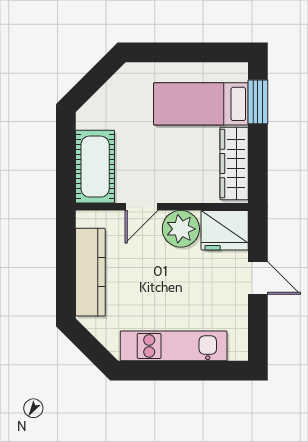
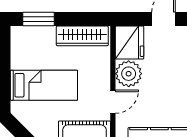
bed: (201, 104) -> (44, 85), moved, turned -90
door: (141, 207) -> (113, 102), hinge flipped

